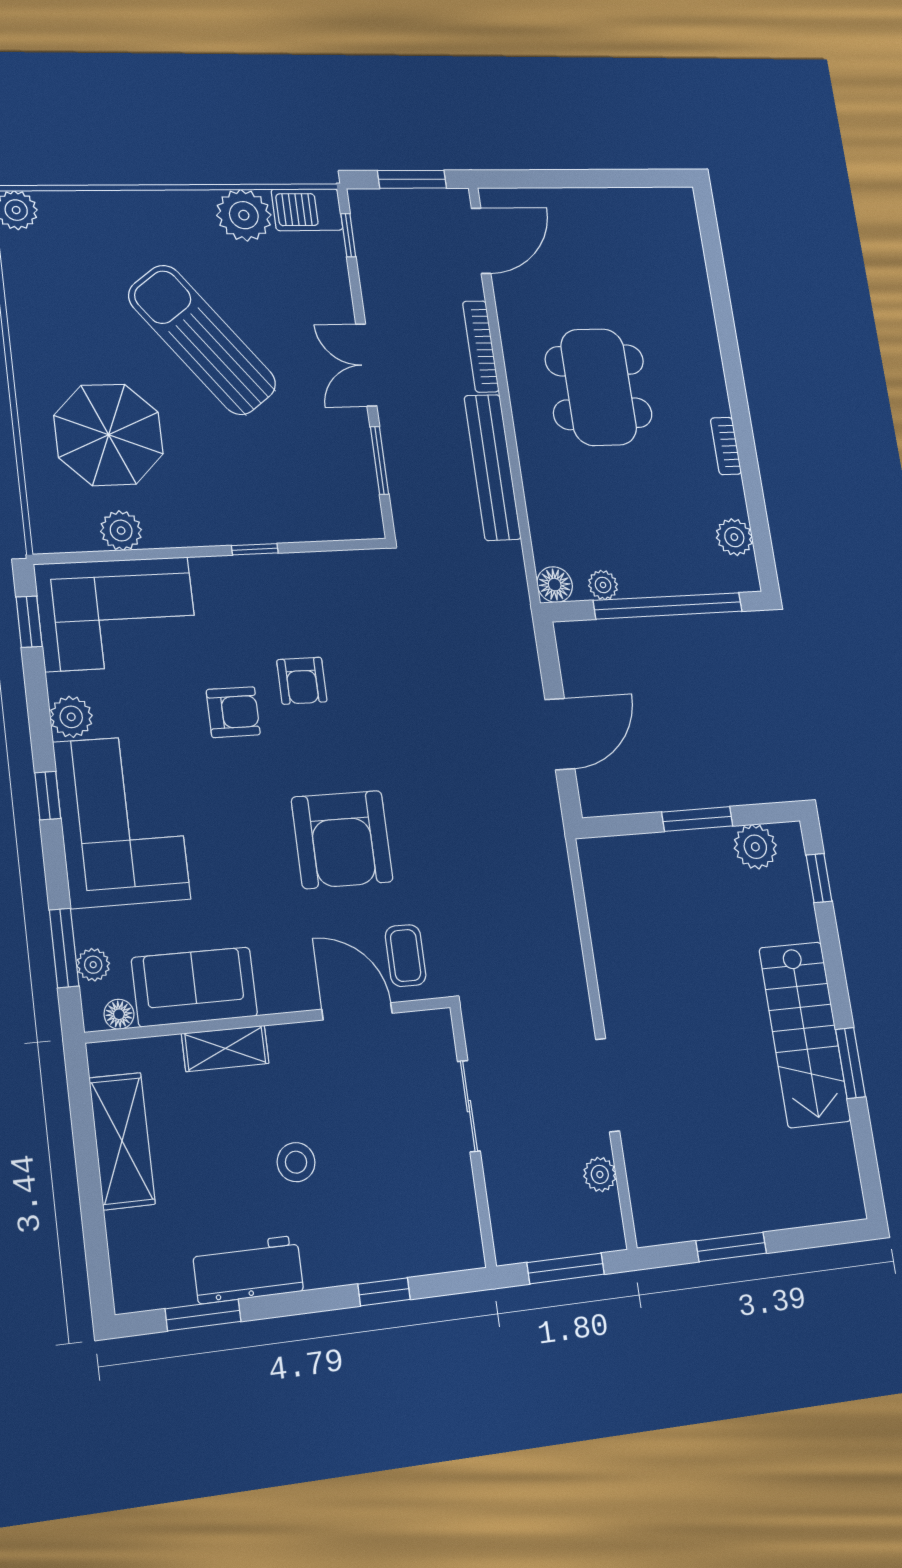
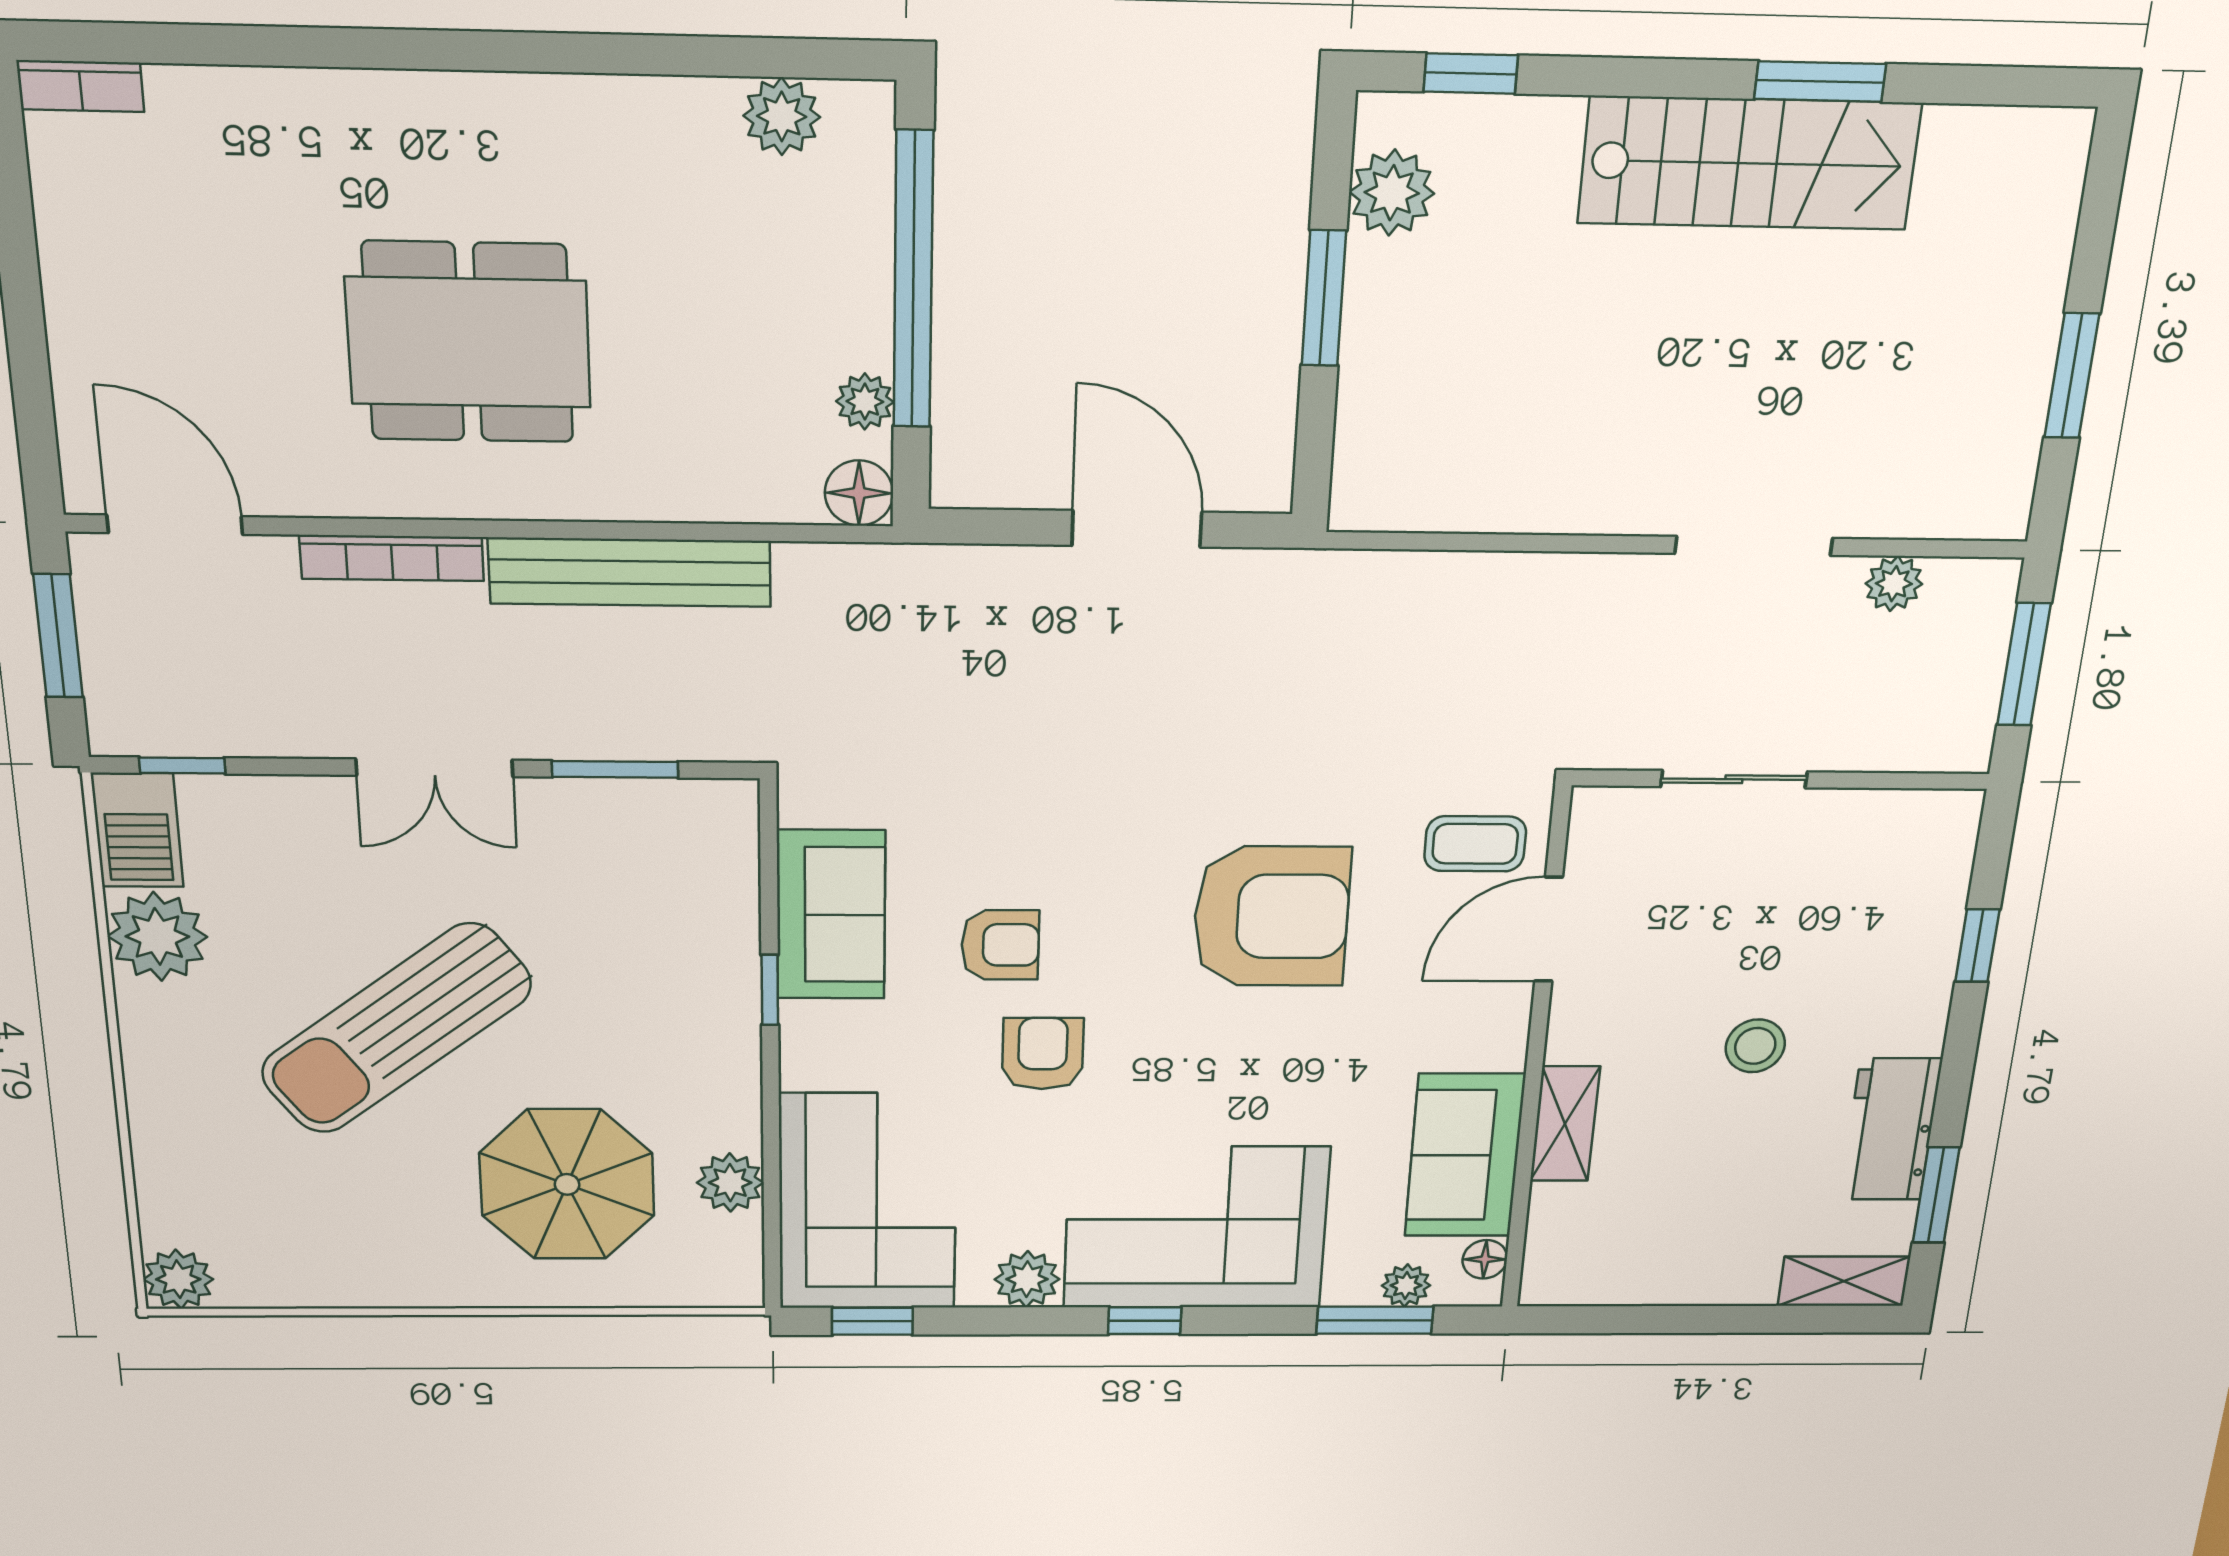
bookcase: (726, 446) -> (80, 86), moved
sofa: (308, 582) -> (831, 915), added
shelving: (122, 1141) -> (1844, 1281), moved, width x0.67, depth x0.75

